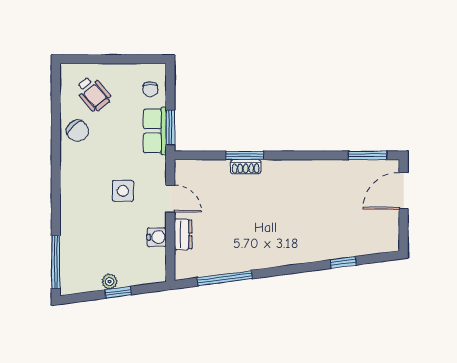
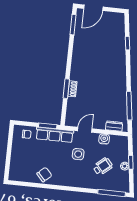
wheelchair: (93, 94) -> (103, 166), moved
row of seats: (155, 131) -> (55, 135), width x1.48
door: (404, 191) -> (93, 8), hinge flipped
dresser: (183, 234) -> (114, 126), moved

